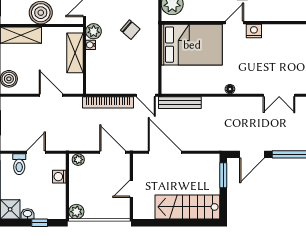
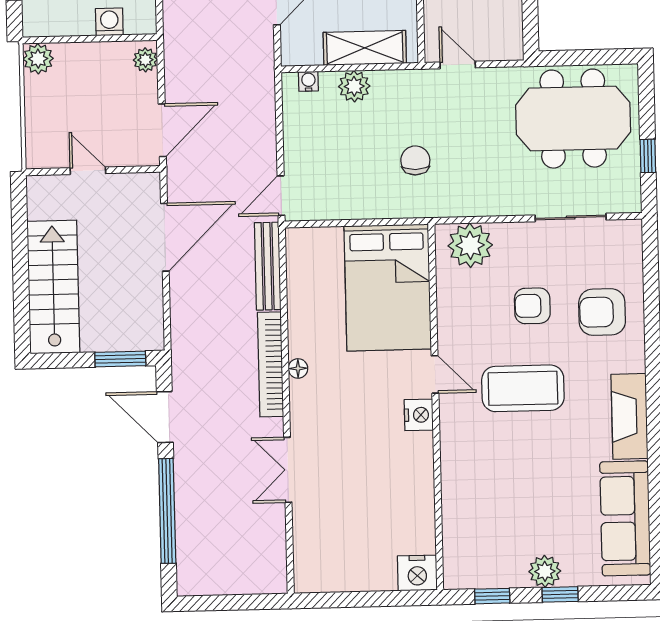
chair: (130, 30) -> (415, 160), turned 139
plant: (94, 31) -> (354, 86), moved
water cooler: (91, 45) -> (308, 81), moved
bookcase: (108, 102) -> (270, 364), moved

